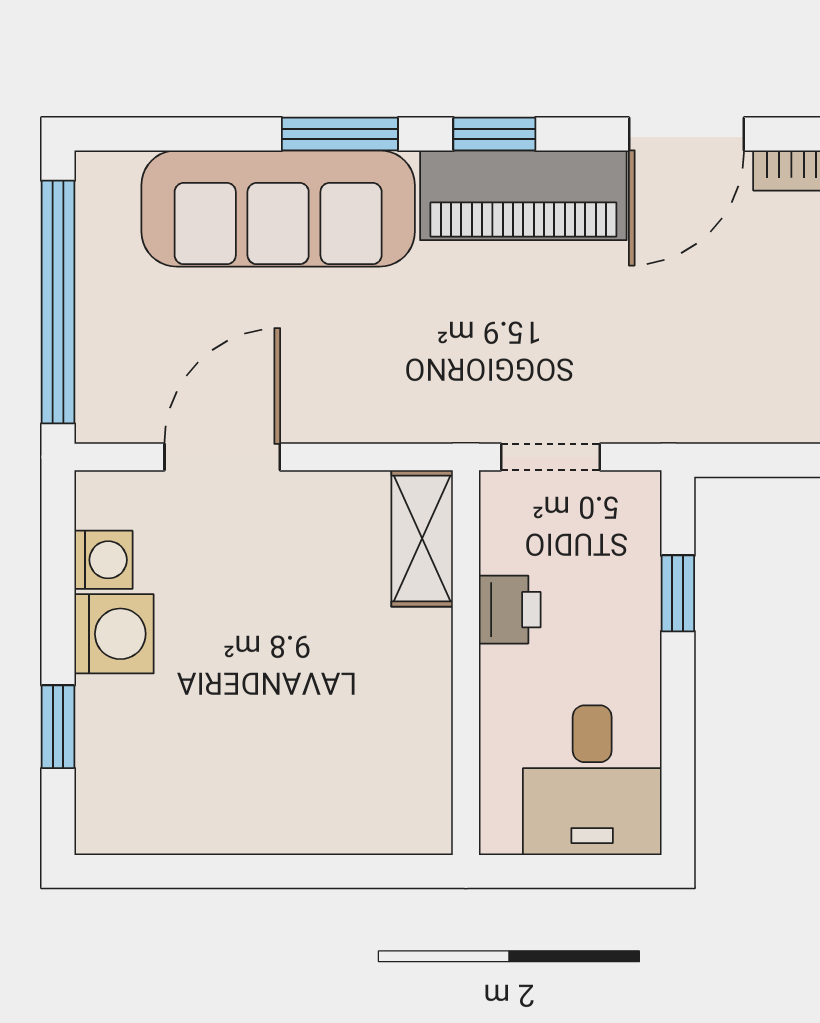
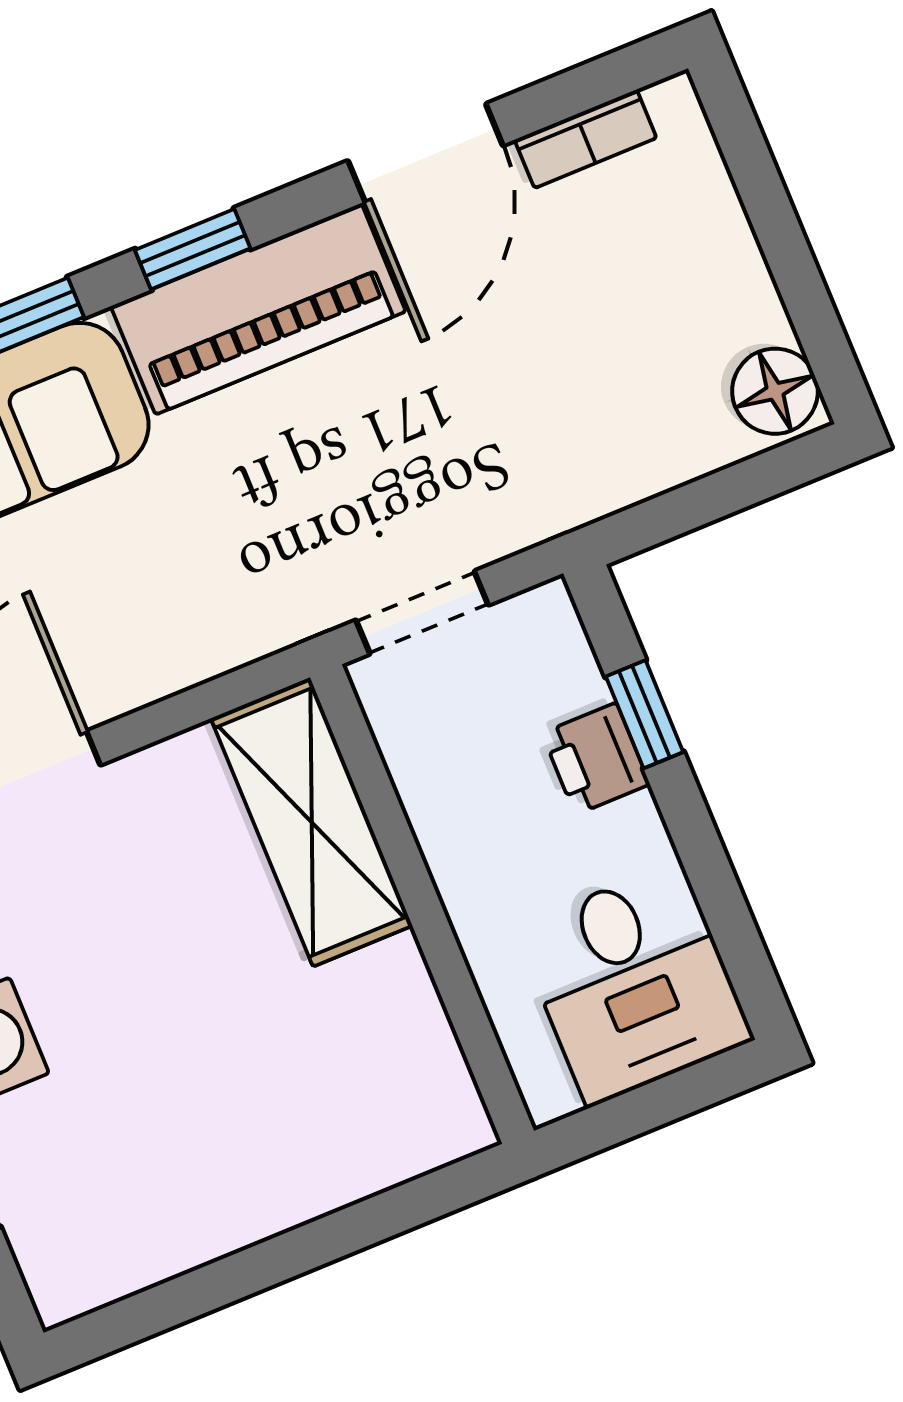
shelving: (422, 538) -> (312, 822), width x1.50, depth x1.33
printer: (510, 610) -> (596, 759), moved, turned 180

